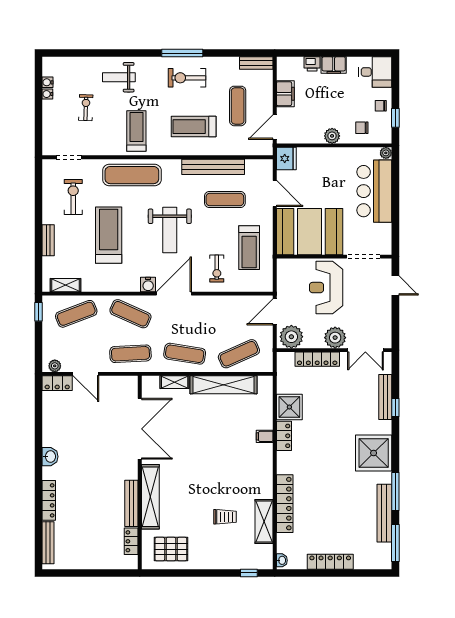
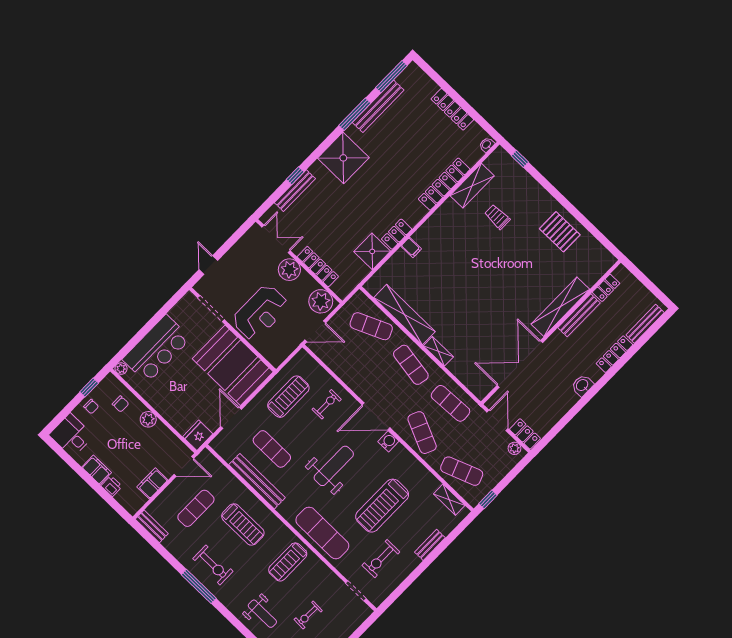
double door: (140, 429) -> (520, 364), moved
wall: (140, 472) -> (551, 332), moved
shelving: (150, 497) -> (560, 307), moved
bench: (131, 503) -> (579, 315), moved
locker: (131, 541) -> (606, 288), moved

